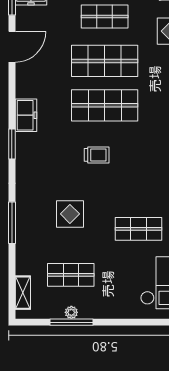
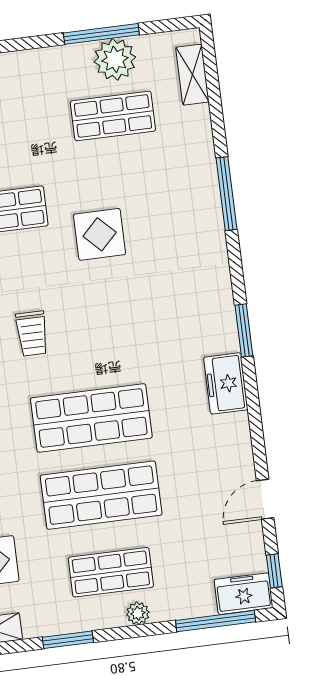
door: (12, 47) -> (265, 499), width x0.73
trolley: (97, 155) -> (32, 333), moved, turned -90
display table: (70, 214) -> (100, 234), moved
plant: (71, 312) -> (115, 59), width x1.87, depth x1.87

